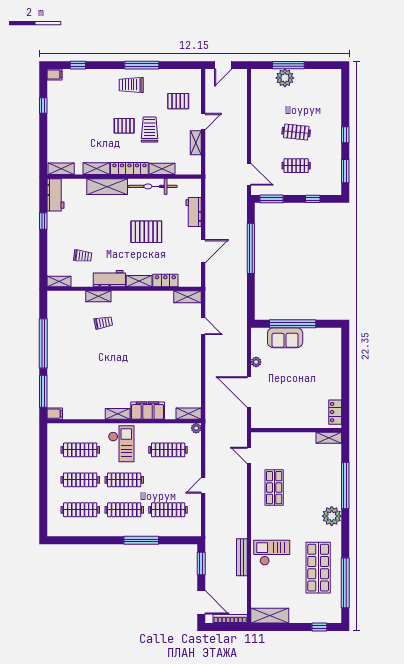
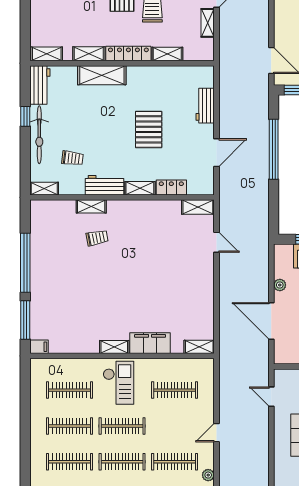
bicycle: (153, 186) -> (39, 135), moved, turned -90
pallet: (146, 232) -> (149, 129), turned 90
plant: (196, 428) -> (208, 475), moved

